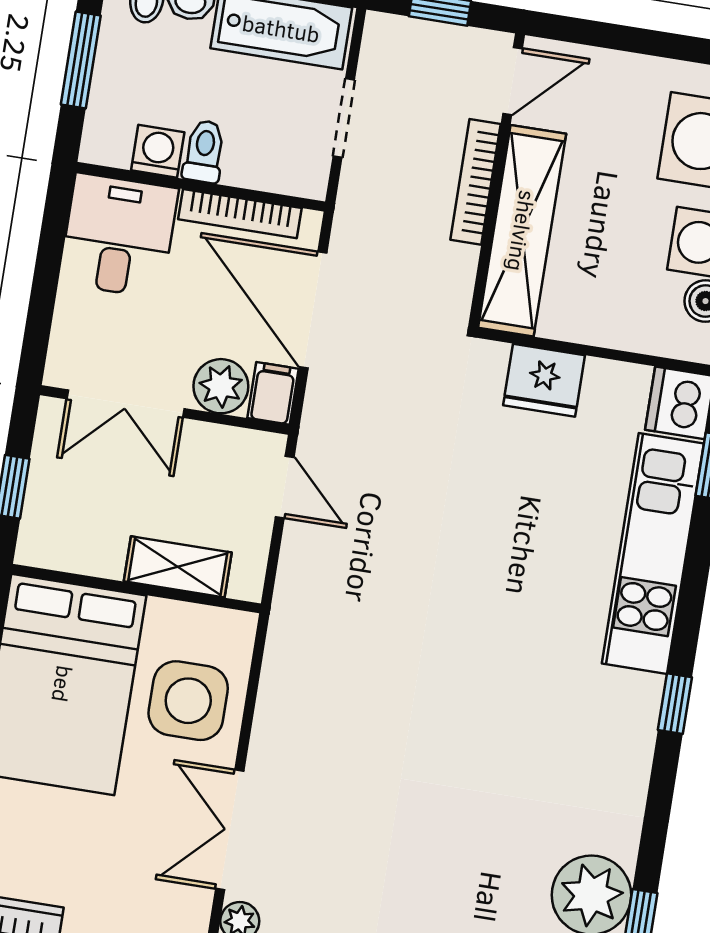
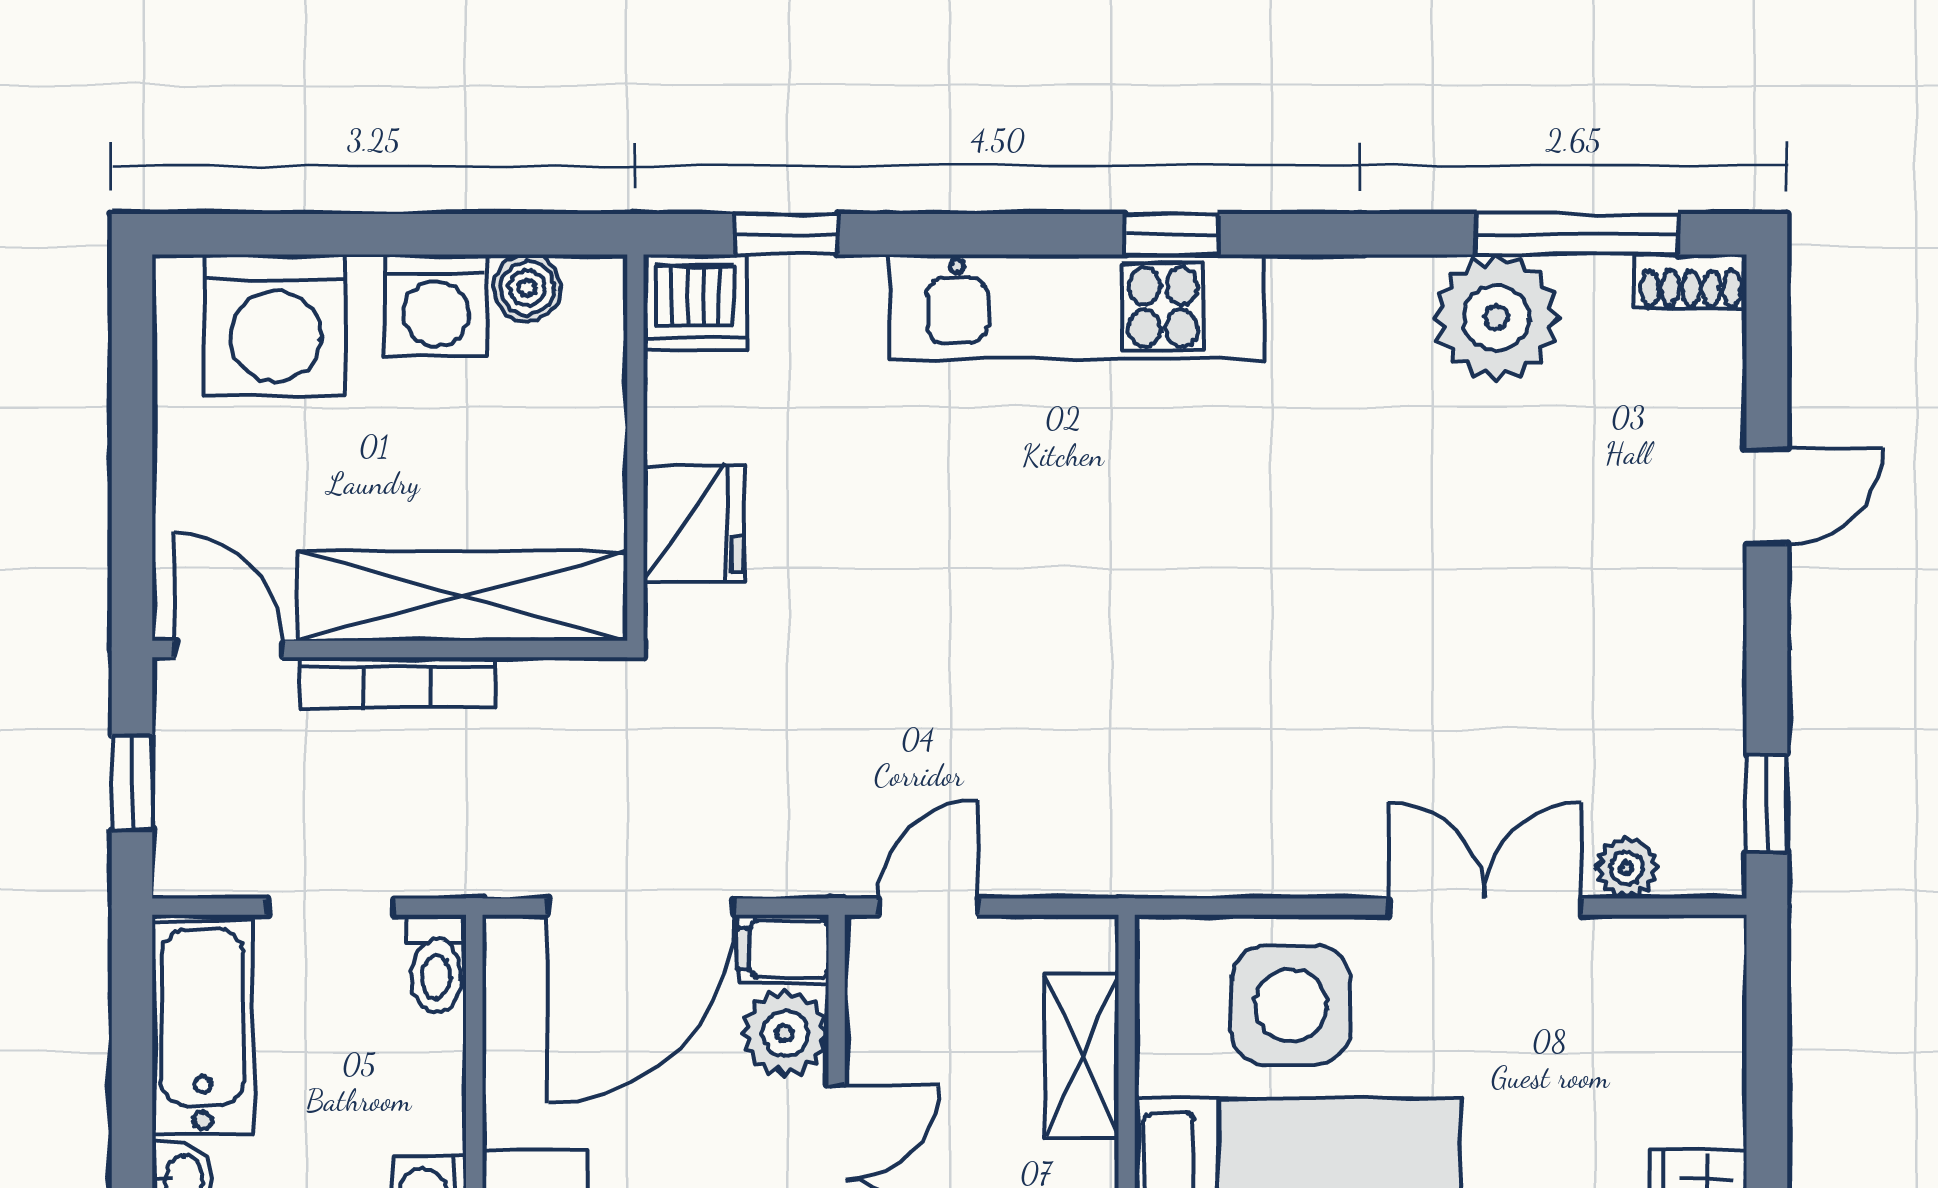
toilet: (204, 151) -> (436, 963), moved, turned -90
bookcase: (240, 214) -> (507, 1047), removed
kitchen unit: (653, 553) -> (1077, 307), moved
double door: (230, 830) -> (1485, 907), swing flipped

